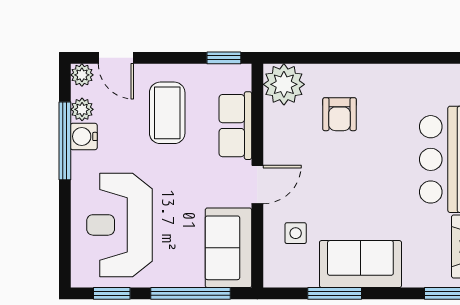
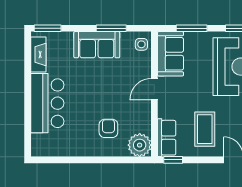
row of seats: (235, 126) -> (167, 138), moved
side table: (296, 233) -> (141, 44), moved
window: (191, 293) -> (192, 28), width x0.69

